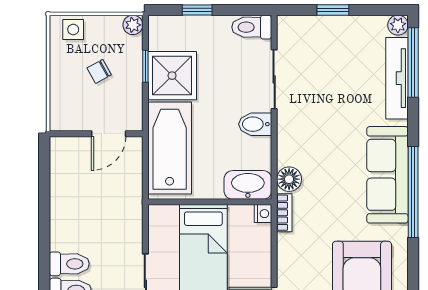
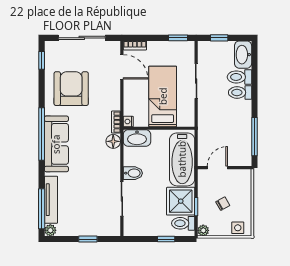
toilet: (252, 27) -> (183, 223), moved, turned 180
window: (44, 187) -> (254, 137), added

